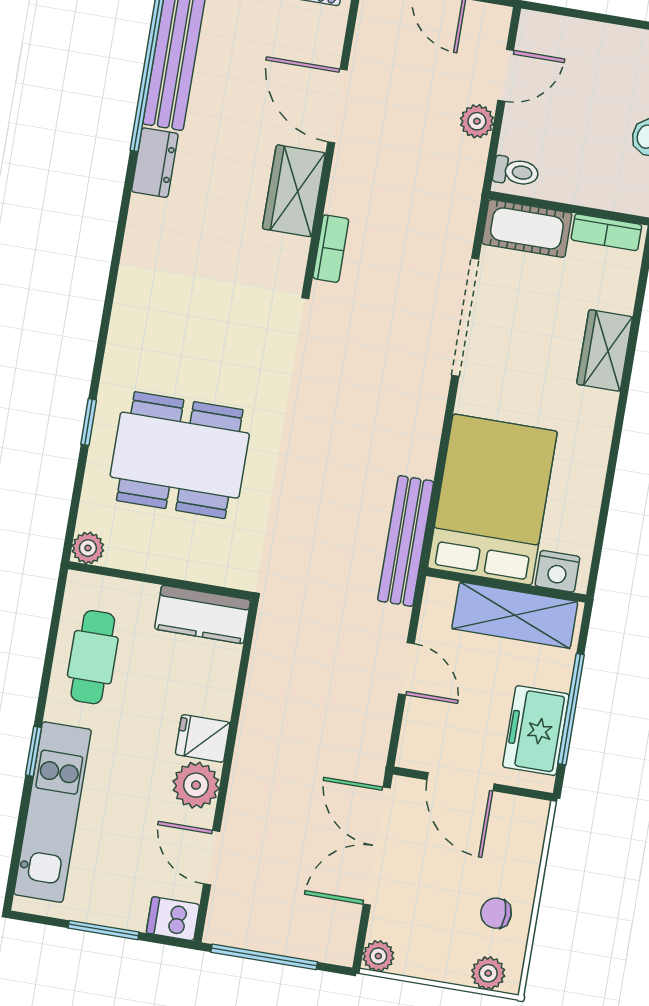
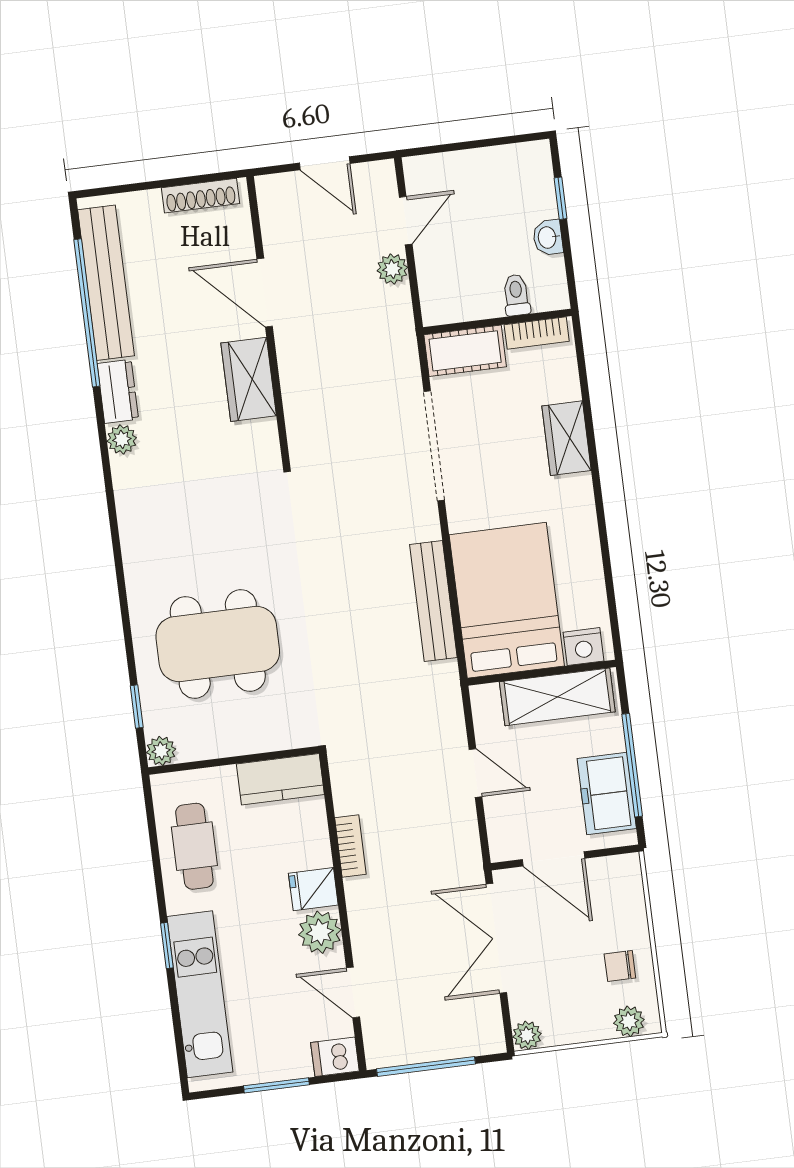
toilet: (516, 172) -> (516, 295), moved, turned -90
plant: (144, 214) -> (122, 439), added
bookcase: (331, 249) -> (350, 846), moved
window: (89, 422) -> (137, 707), moved
bench: (406, 541) -> (433, 601), moved

